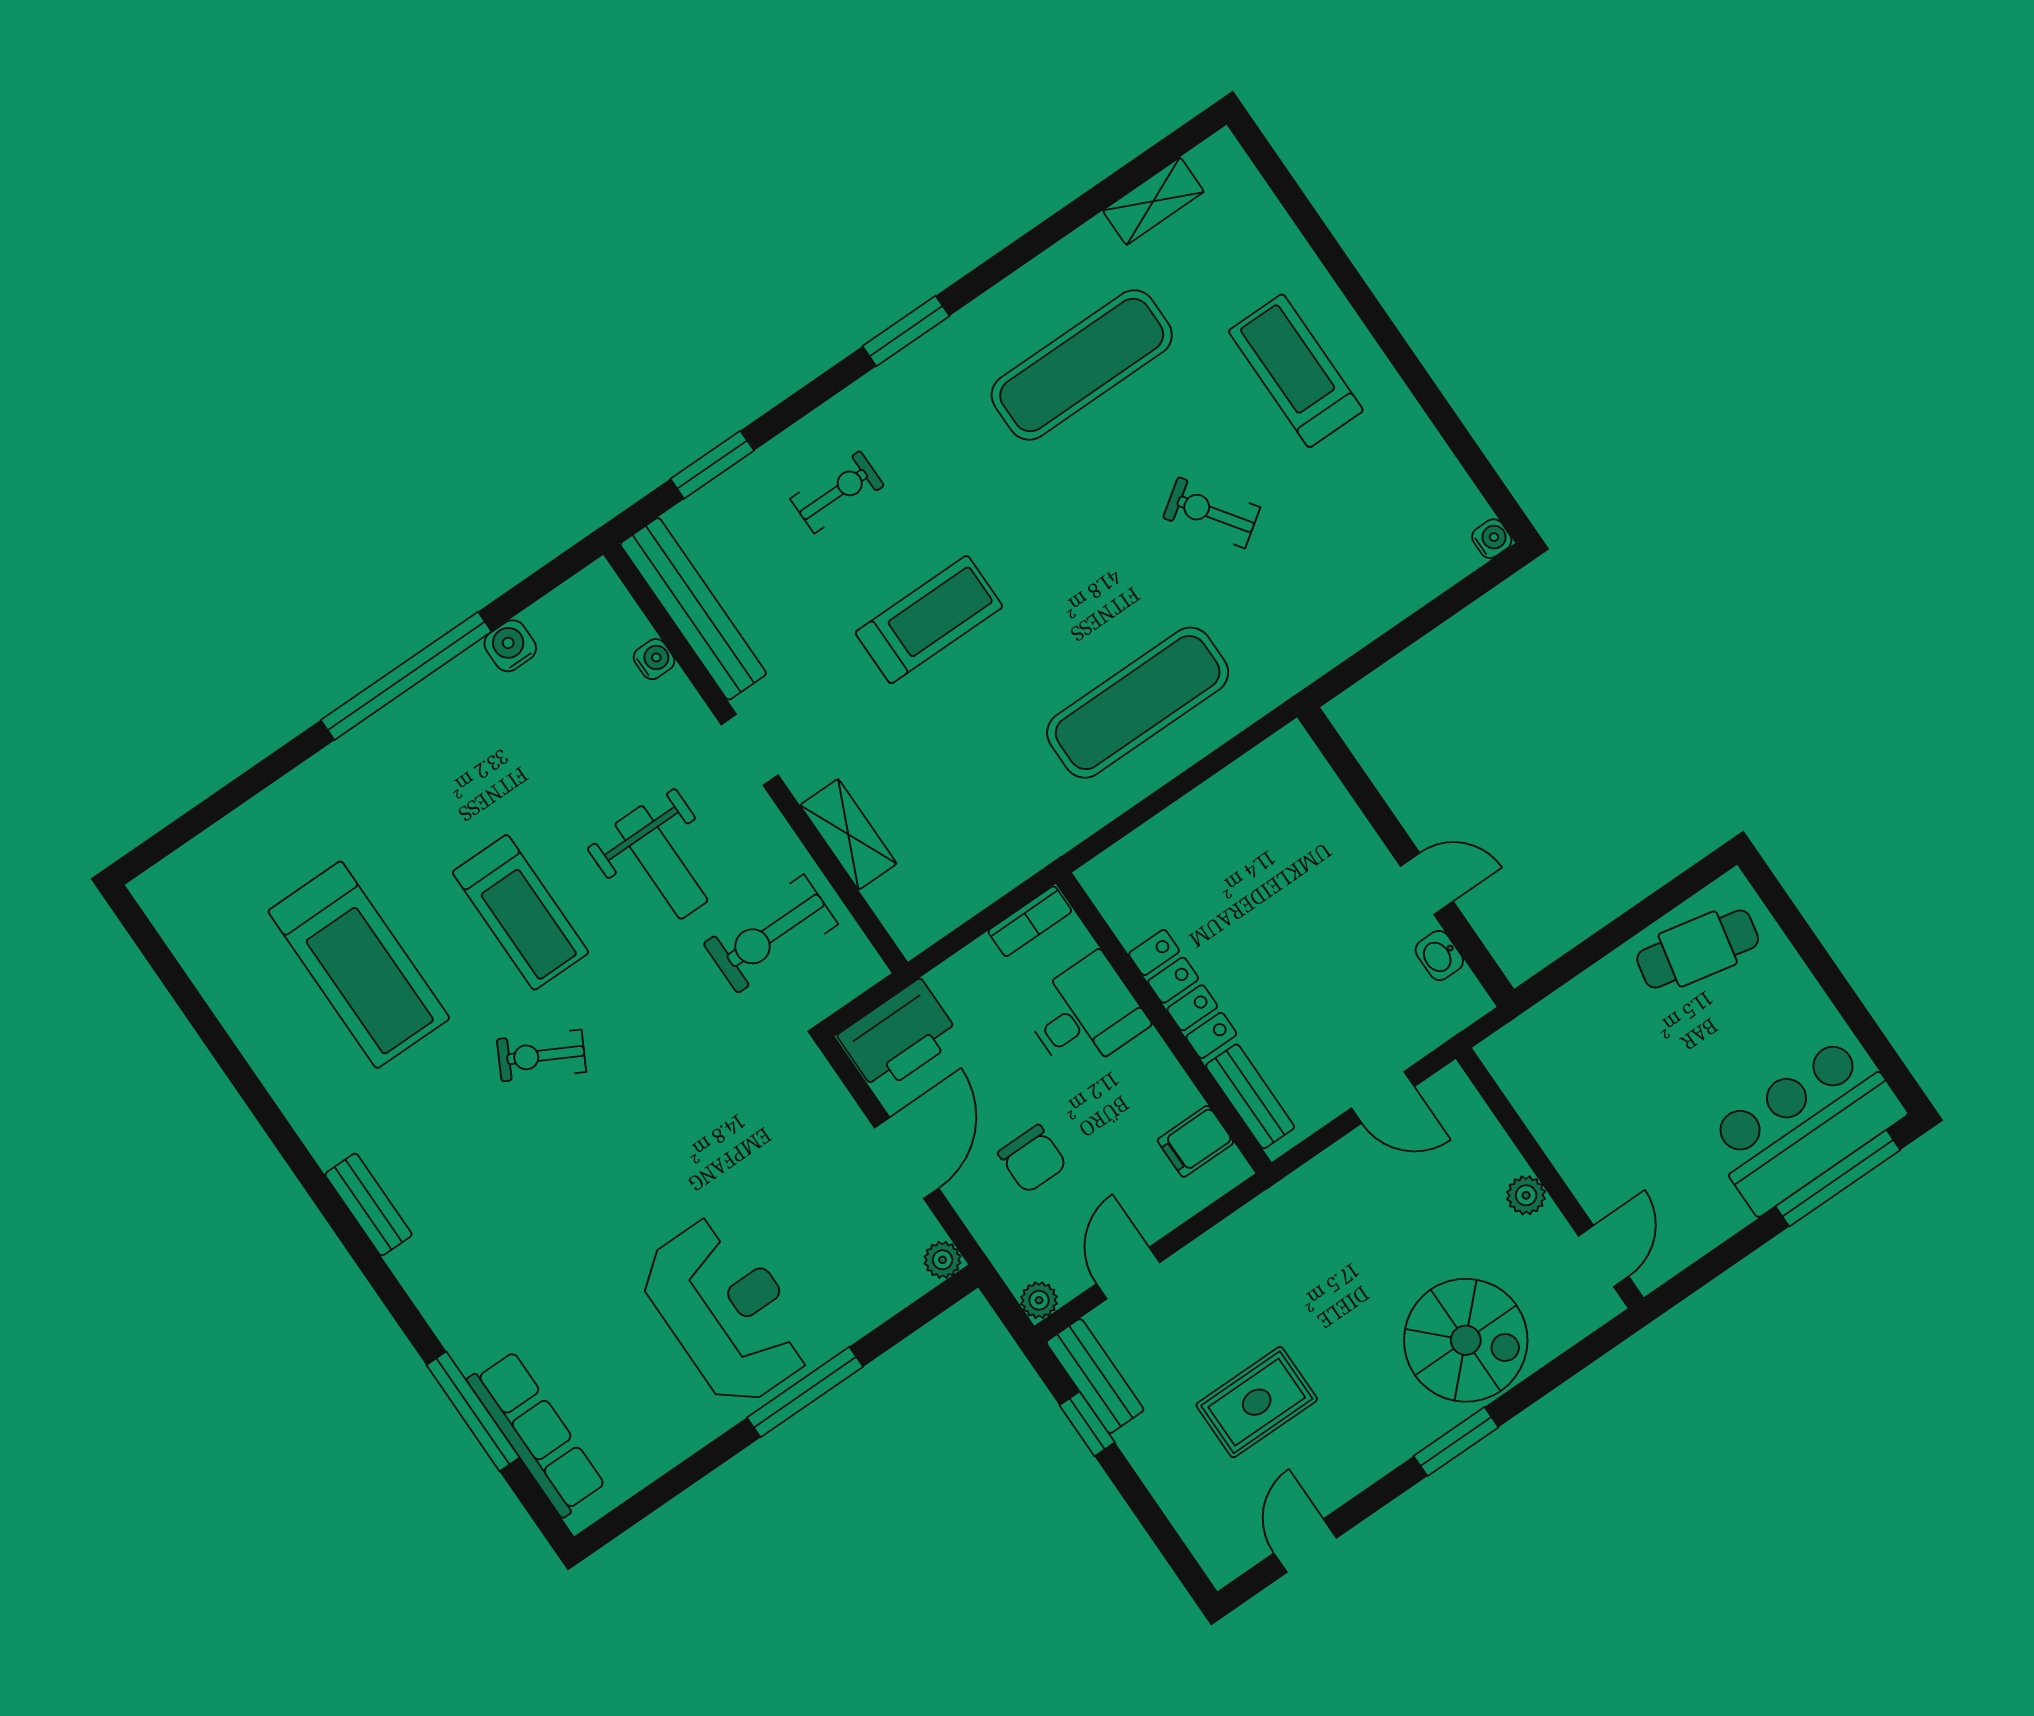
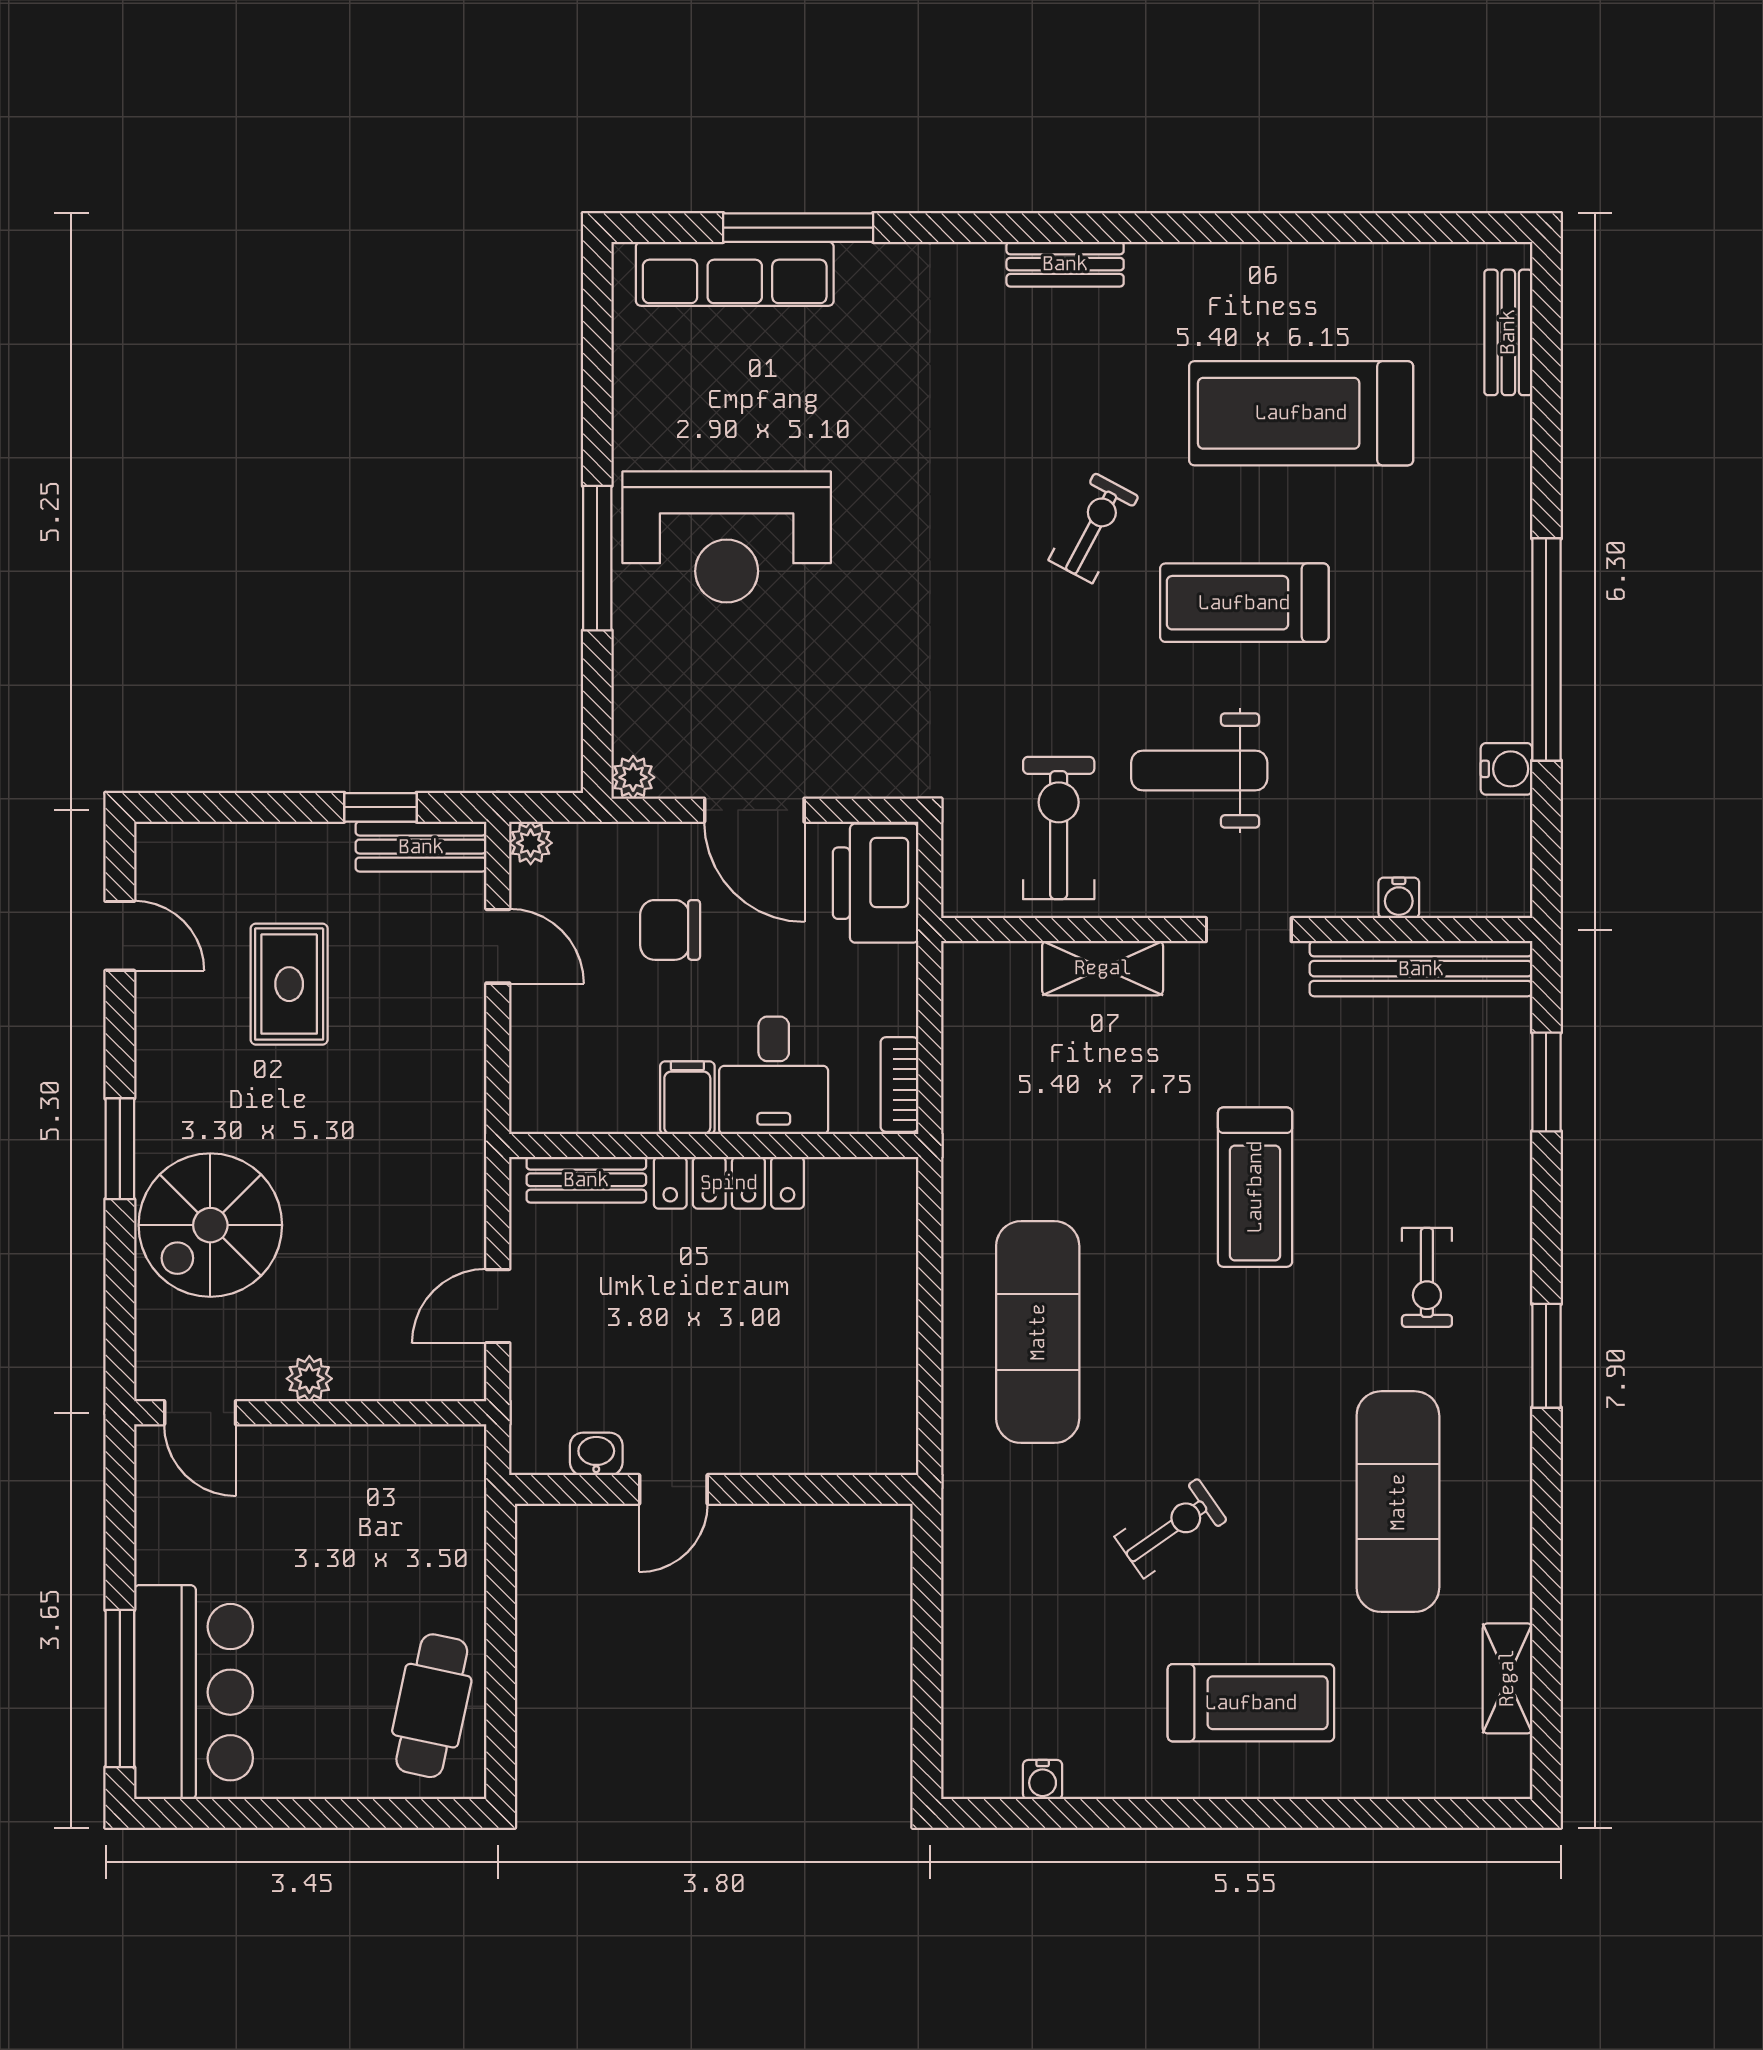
exercise bike: (837, 492) -> (1427, 1277), moved
water cooler: (1492, 539) -> (1043, 1780), moved
bench: (200, 858) -> (1508, 332), added
filing cabinet: (1195, 1141) -> (687, 1098), moved

